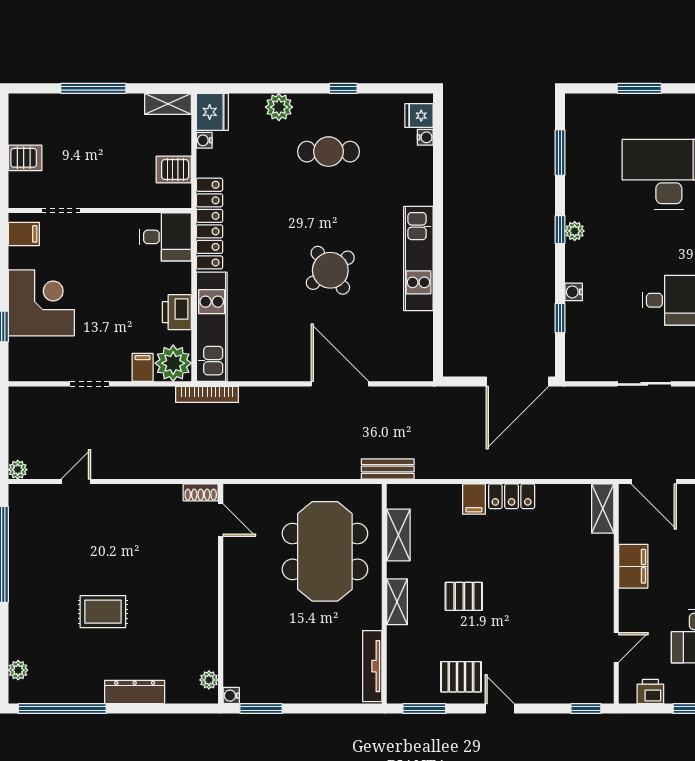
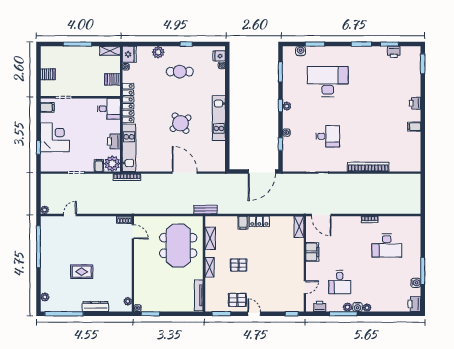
water cooler: (606, 104) -> (301, 51), added

